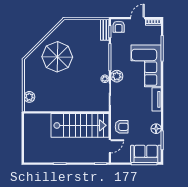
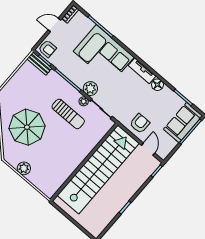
door: (138, 18) -> (54, 25), hinge flipped
sun lounger: (88, 76) -> (68, 114), added
plant: (29, 97) -> (24, 168), moved
stairs: (80, 125) -> (98, 169), width x1.36
floor lamp: (156, 129) -> (157, 85), moved

